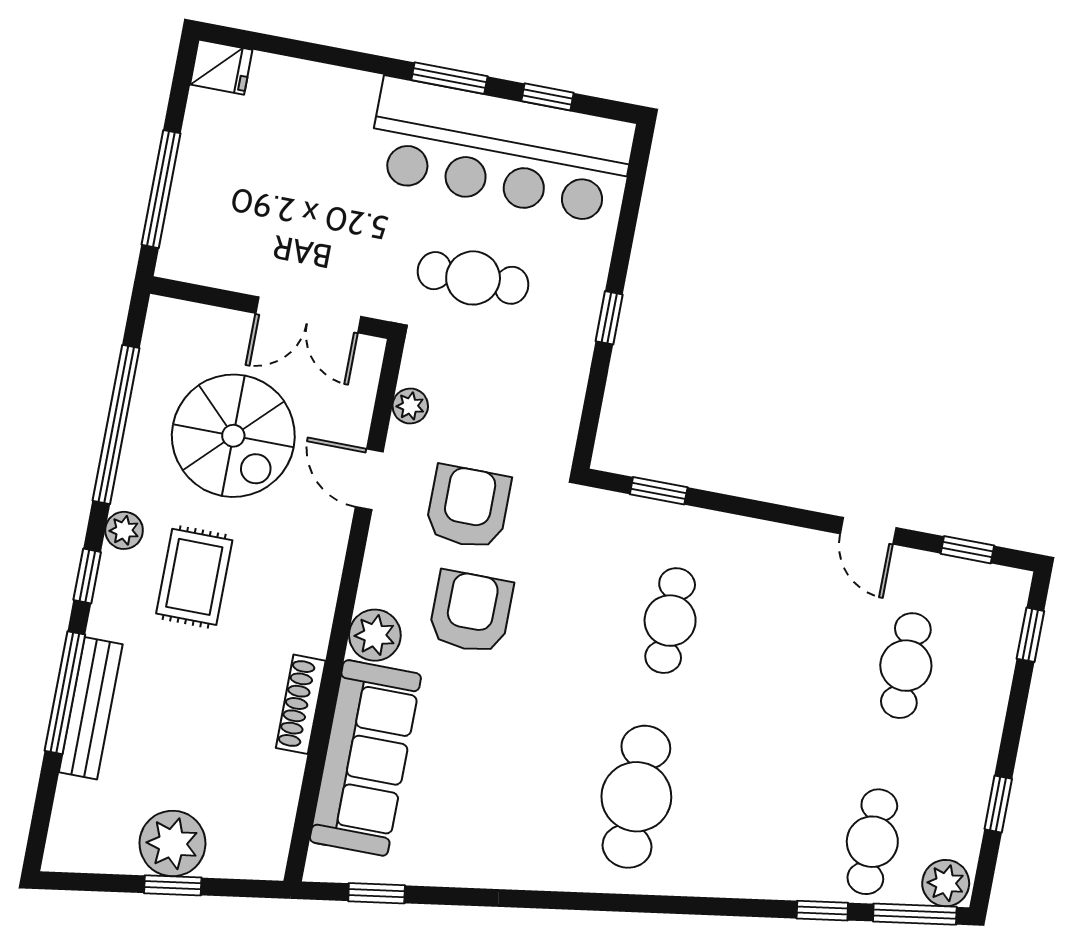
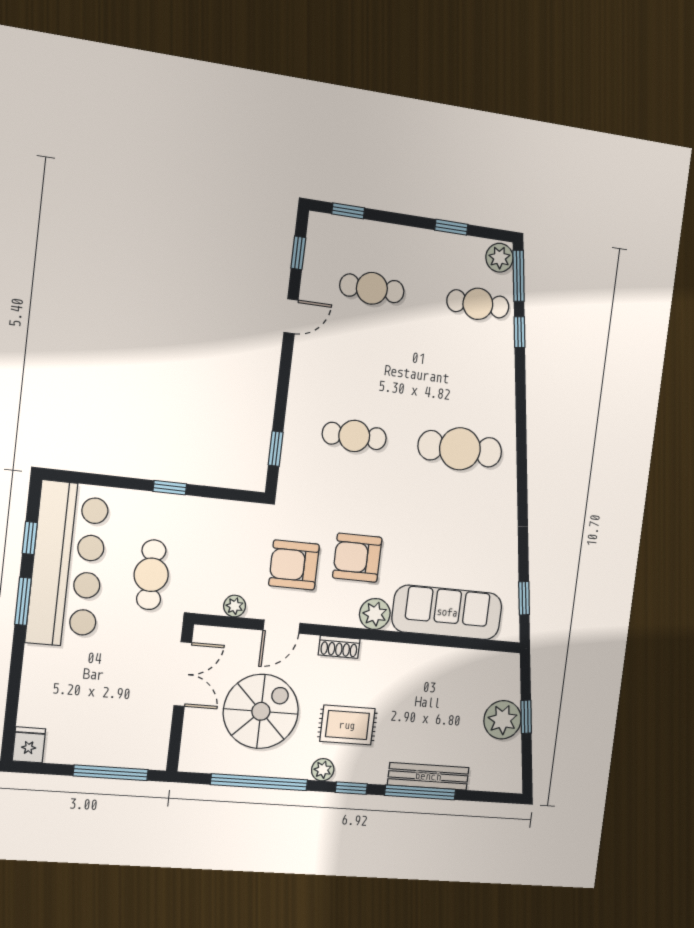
shoe rack: (301, 704) -> (339, 647), moved, width x0.70

